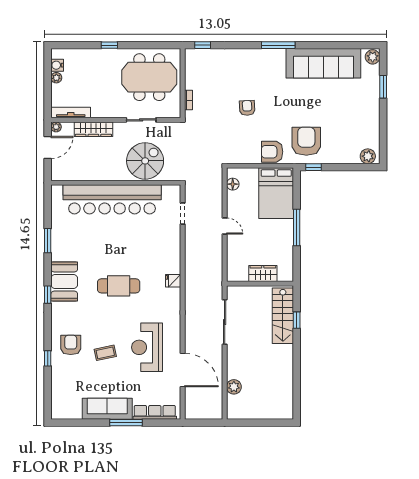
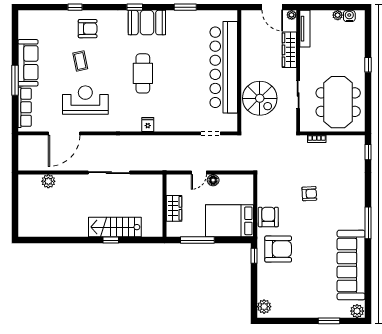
floor lamp: (233, 184) -> (213, 180), moved
wardrobe: (263, 274) -> (174, 208), moved
wall: (260, 284) -> (165, 206), moved

